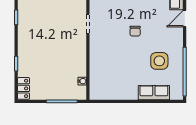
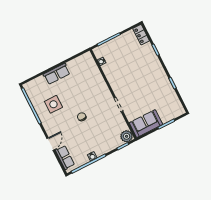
row of seats: (154, 93) -> (57, 74), moved

